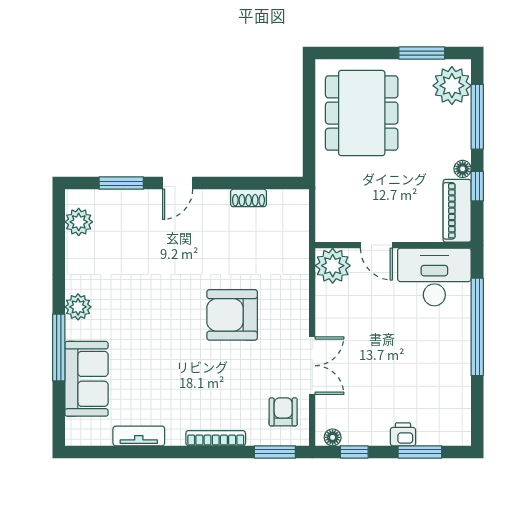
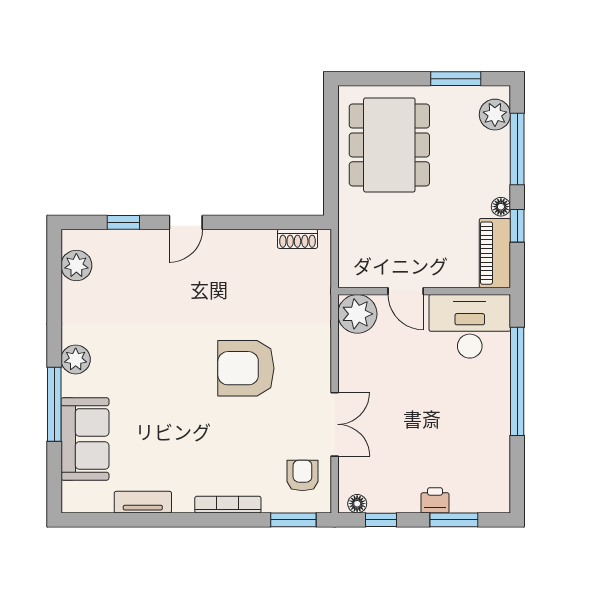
plant: (452, 86) -> (495, 115), width x0.73, depth x0.73
window: (121, 183) -> (123, 222), width x0.67
shoe rack: (249, 198) -> (297, 239), moved

